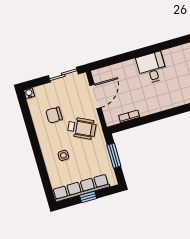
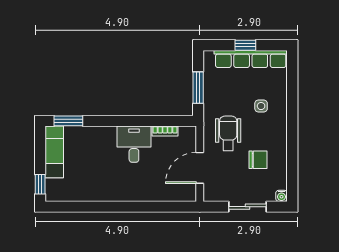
desk: (152, 68) -> (134, 144), moved, turned 180
sliding door: (63, 75) -> (247, 207), moved
wheelchair: (82, 128) -> (228, 133), turned 64

